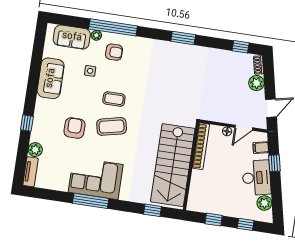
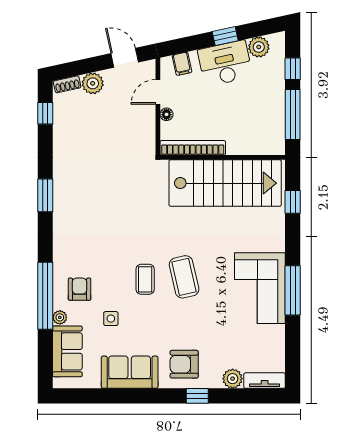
armchair: (74, 128) -> (184, 364), moved
door: (244, 128) -> (158, 92), swing flipped
window: (274, 163) -> (225, 36), moved
window: (214, 220) -> (293, 114), width x2.17

